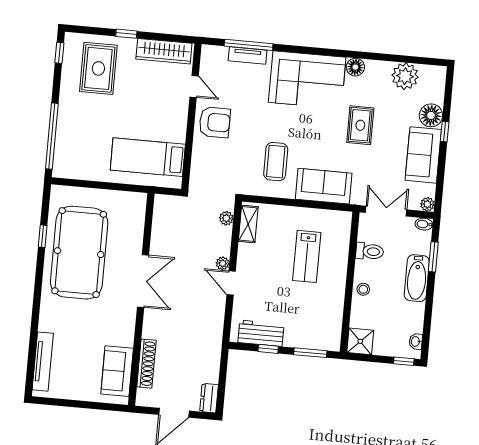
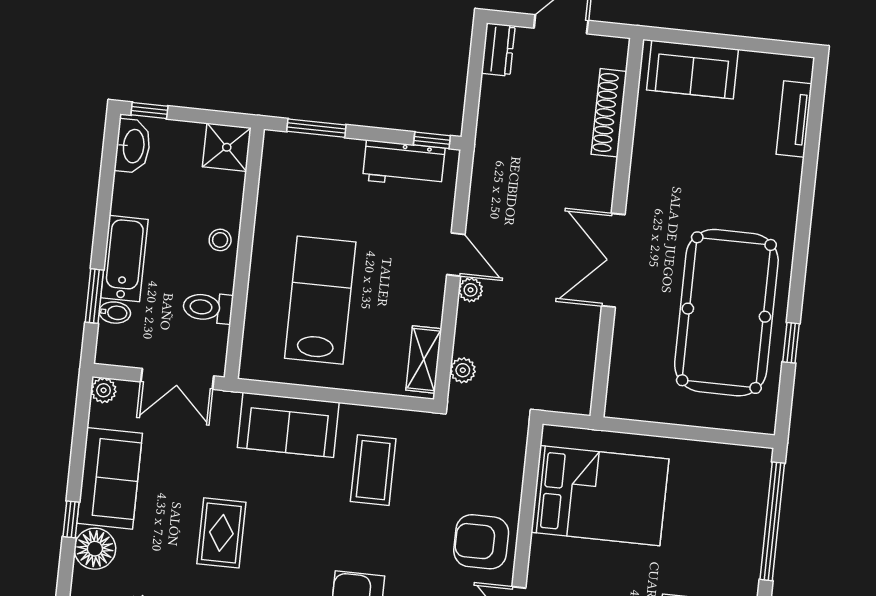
bed: (148, 157) -> (600, 496), width x1.50
bidet: (424, 224) -> (115, 313), moved
lab bench: (307, 256) -> (320, 300), width x1.36, depth x1.39
washbasin: (416, 341) -> (133, 146), width x1.91, depth x1.45
window: (268, 349) -> (432, 140), moved
tv unit: (43, 362) -> (794, 119), width x0.71
sofa: (117, 371) -> (692, 70), moved, turned 90

